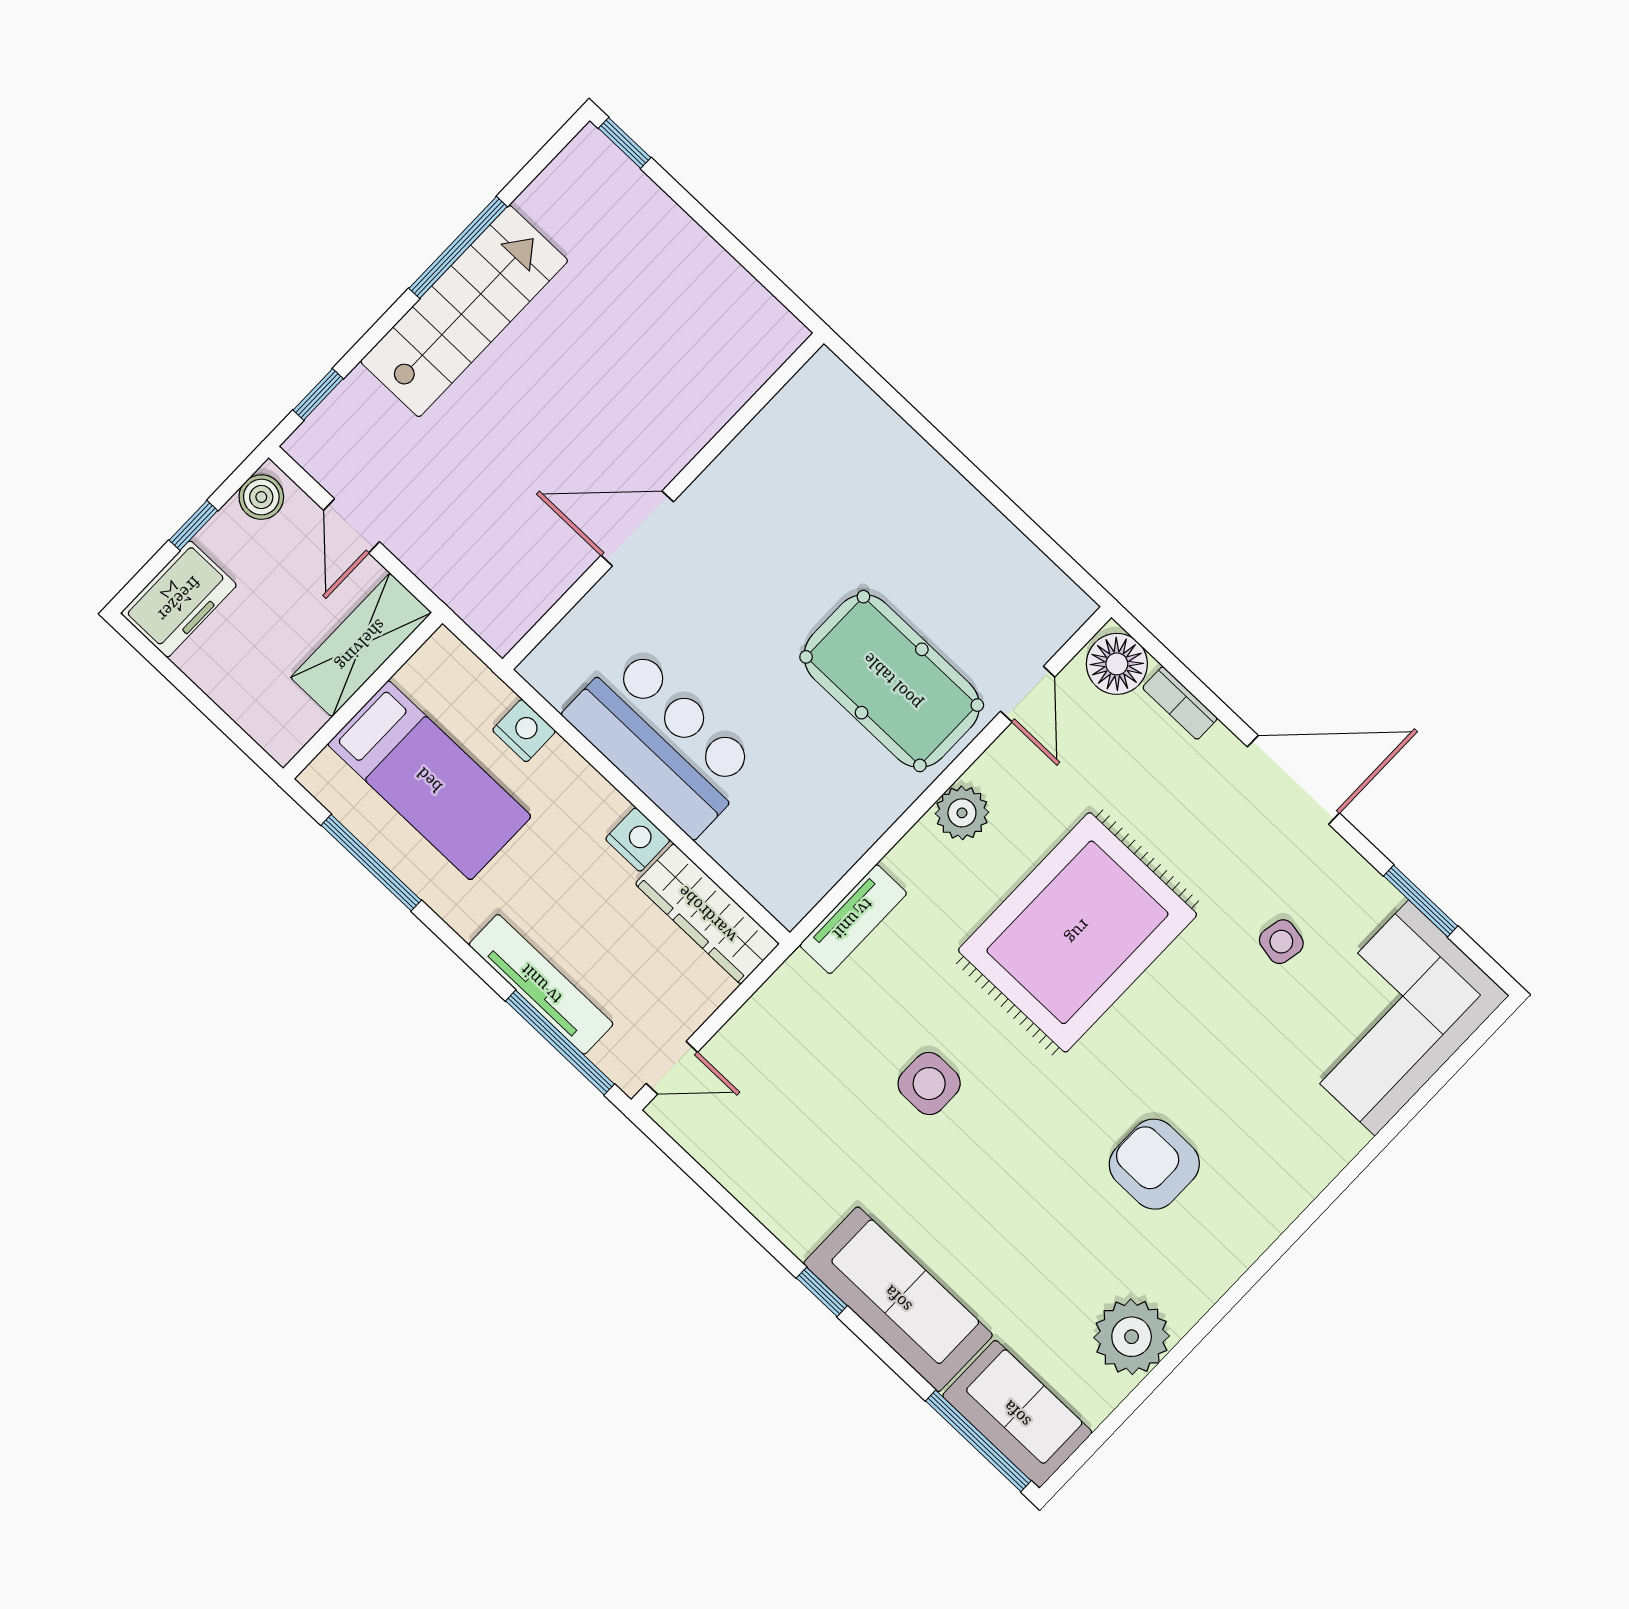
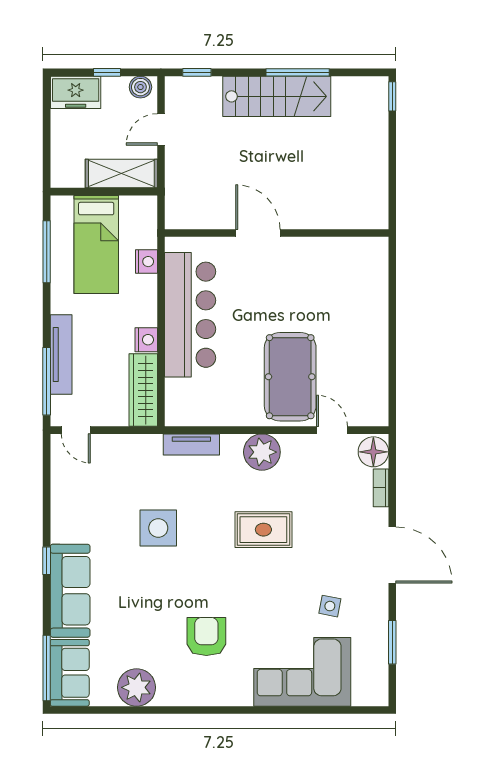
door: (1028, 694) -> (332, 430), swing flipped
bar counter: (662, 741) -> (190, 315), width x1.36
plant: (962, 813) -> (262, 452), width x1.36, depth x1.36
rug: (1078, 932) -> (263, 530), width x0.54, depth x0.49
corner sofa: (1392, 1018) -> (302, 672), moved
side table: (929, 1084) -> (158, 528), width x1.37, depth x1.37

